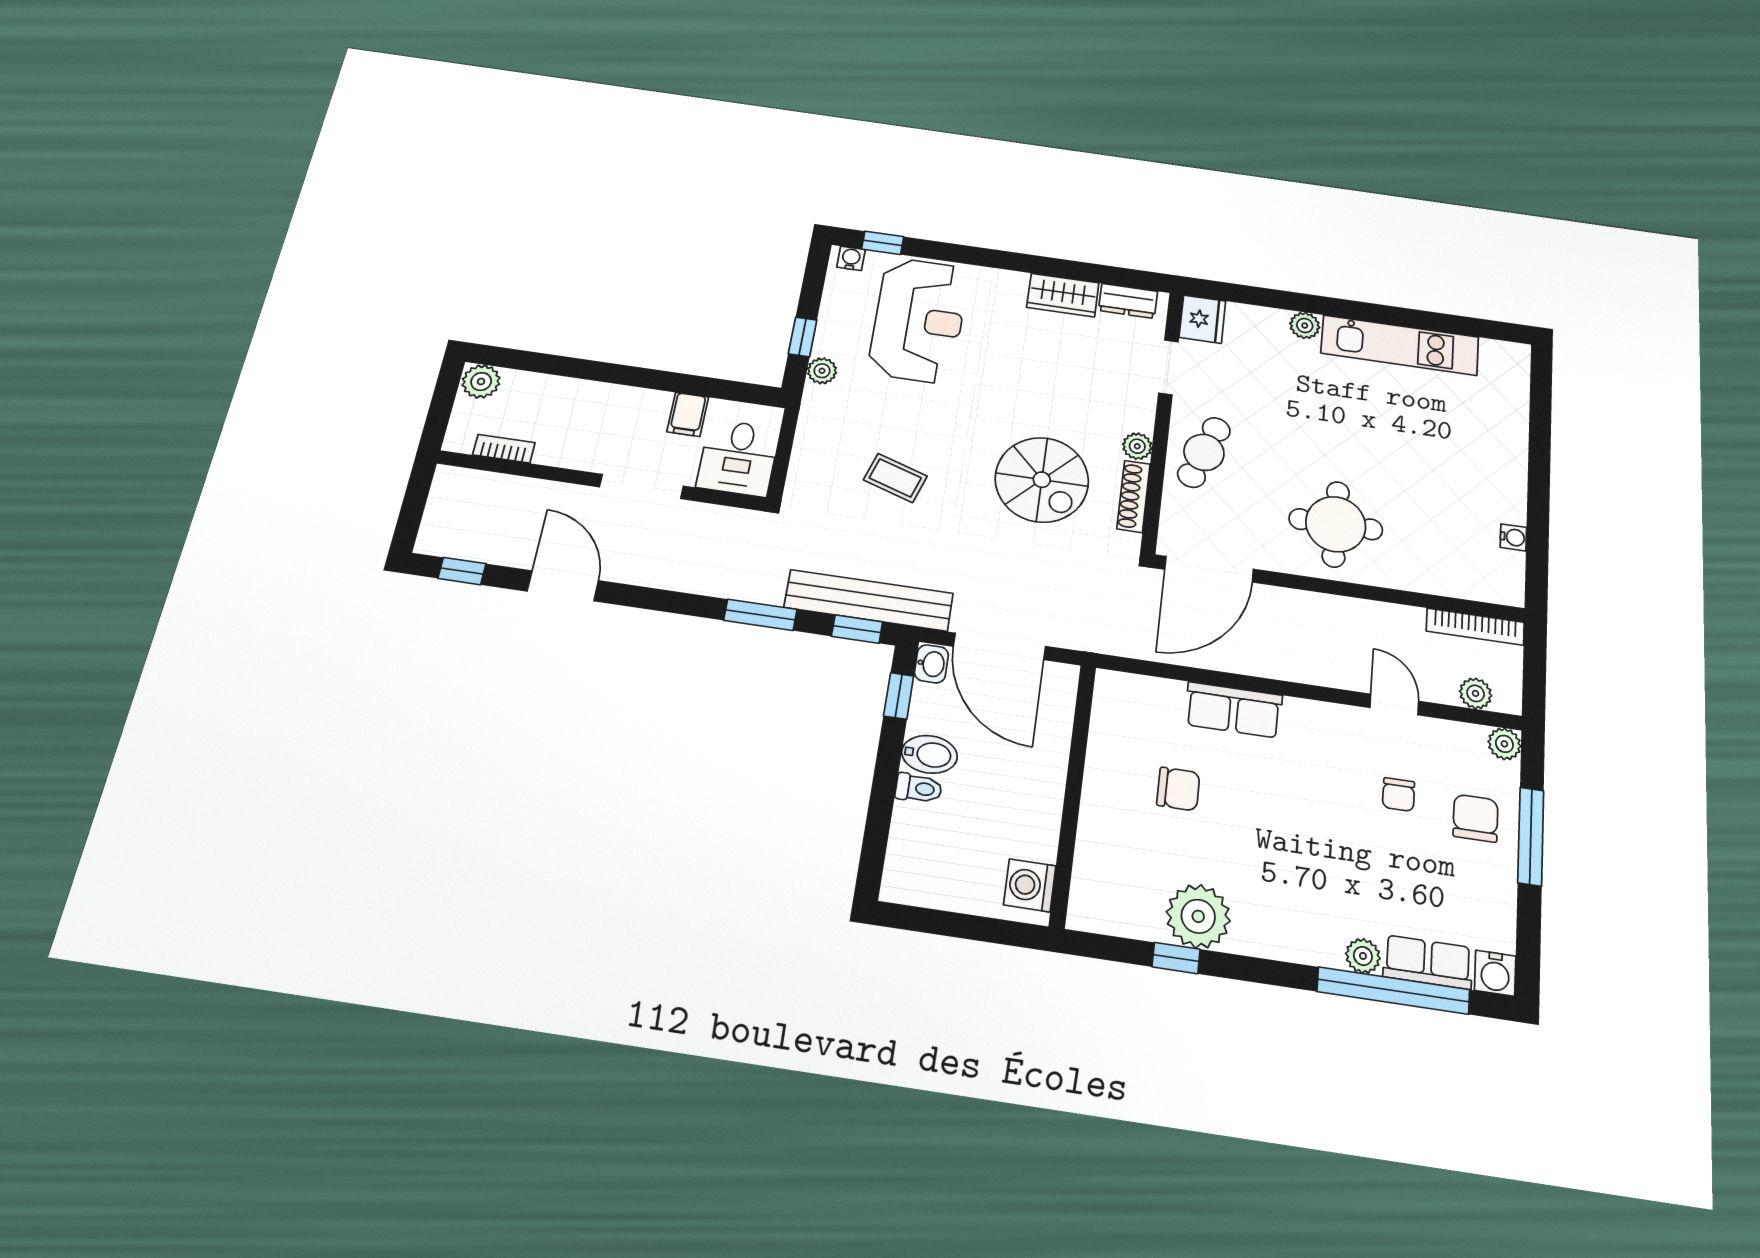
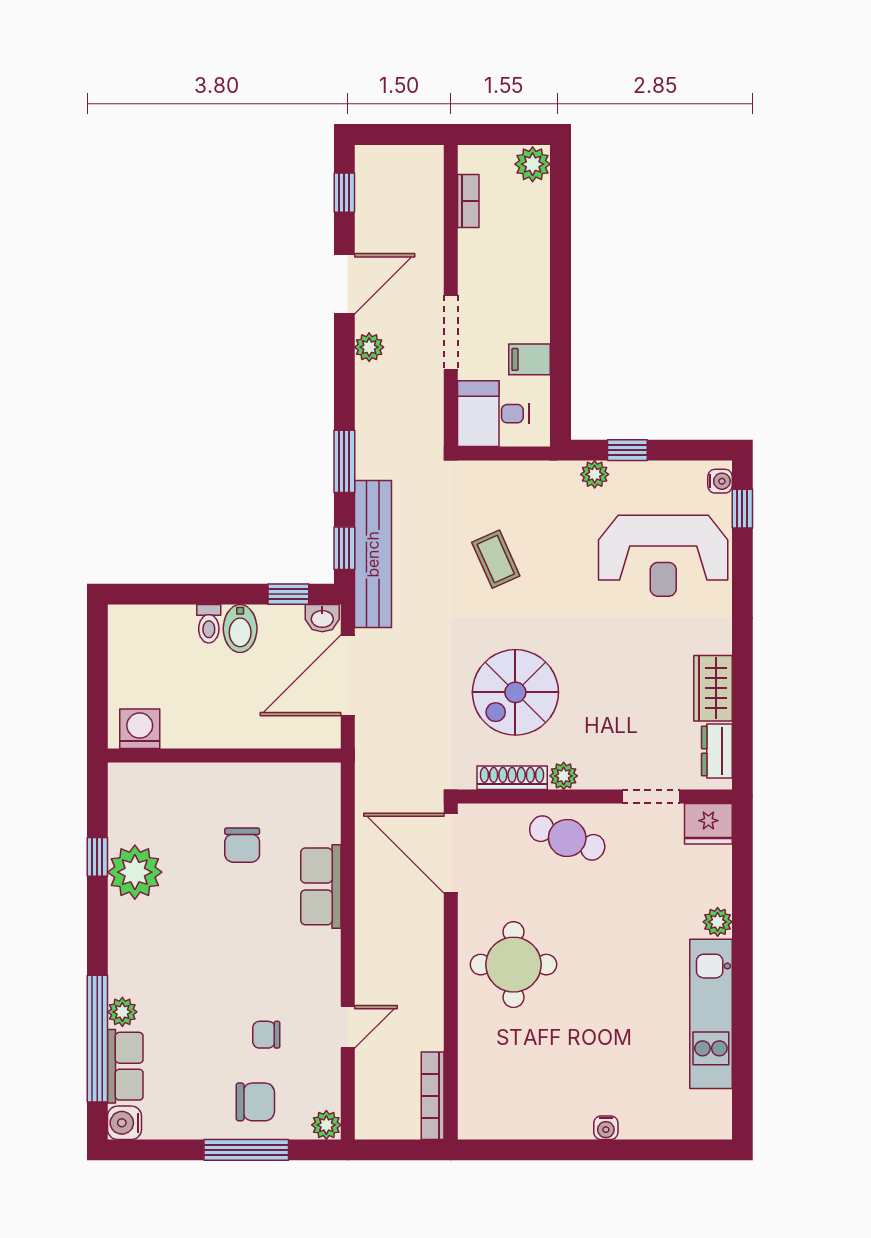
coffee table: (895, 478) -> (496, 559), turned -42
water cooler: (1513, 537) -> (606, 1128), moved
plant: (1476, 693) -> (369, 347), moved

